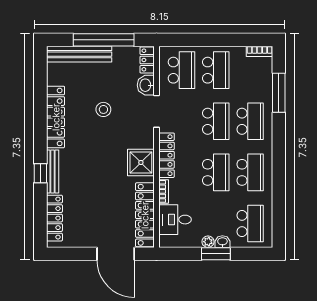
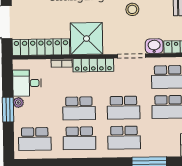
shower: (141, 162) -> (86, 39), width x1.37, depth x1.37
desk: (175, 220) -> (27, 83), moved, turned -90
washbasin: (222, 242) -> (19, 115), removed

